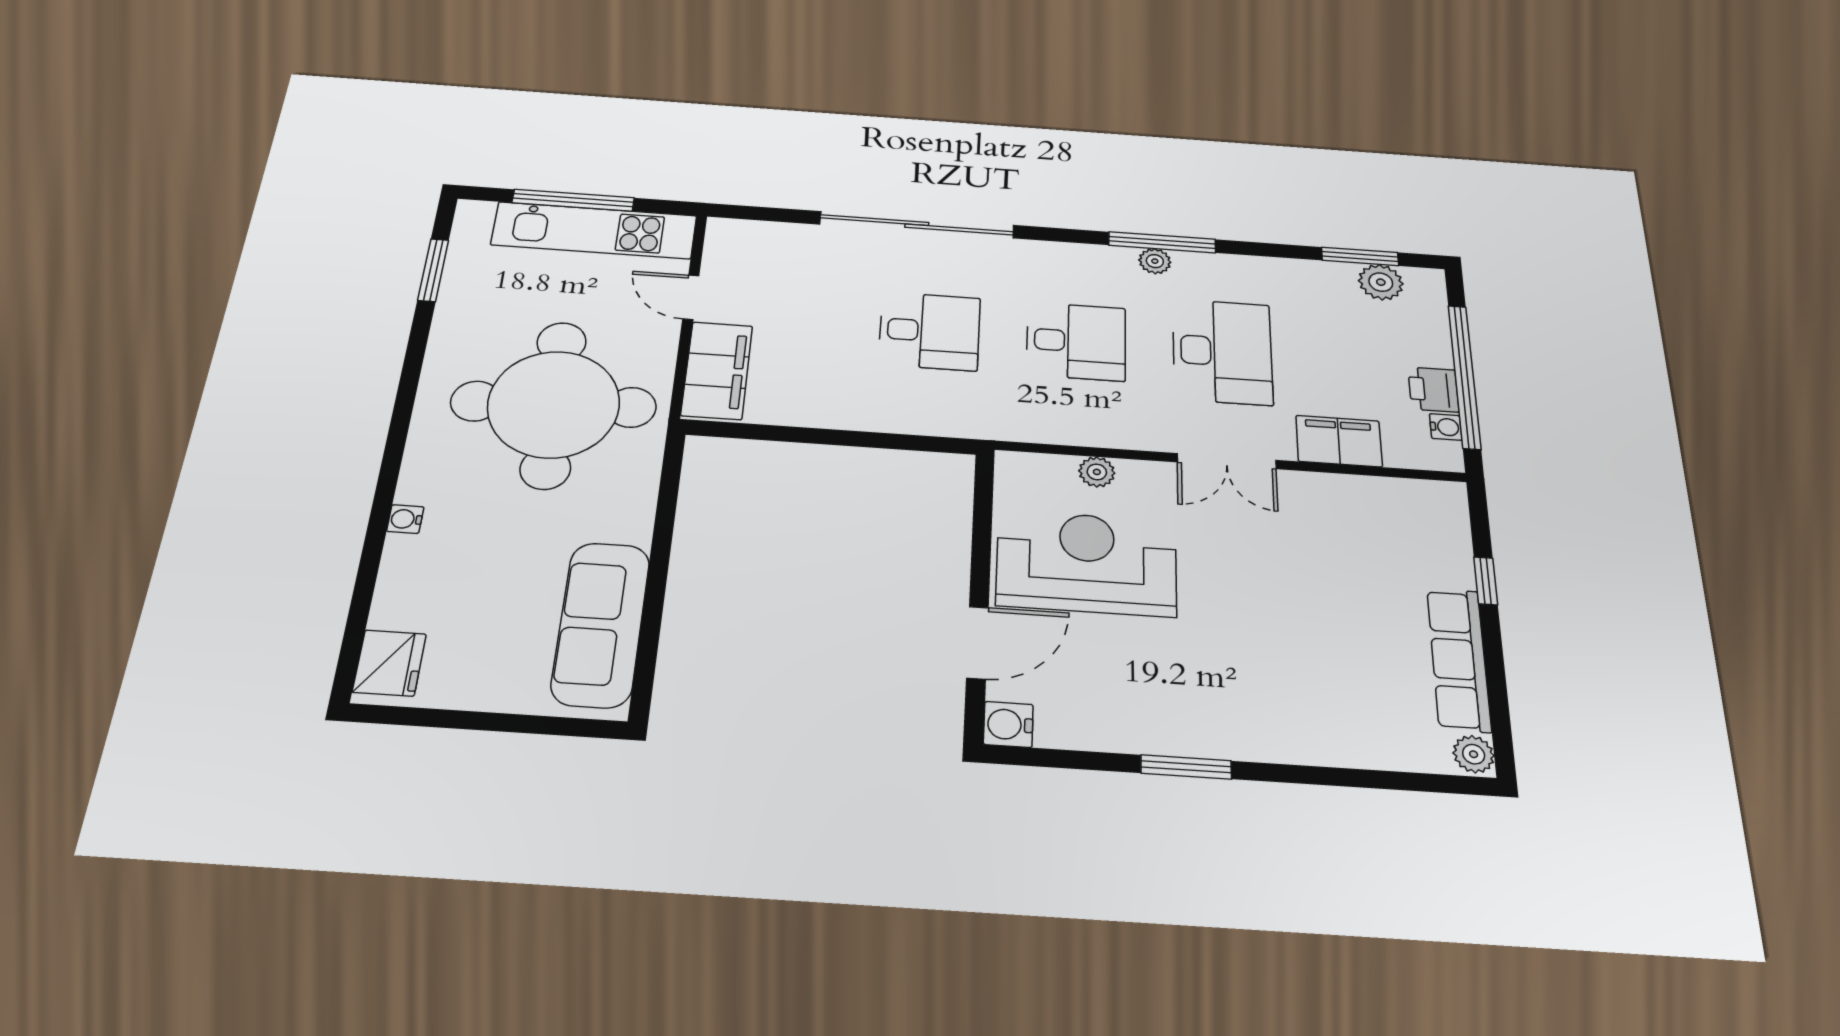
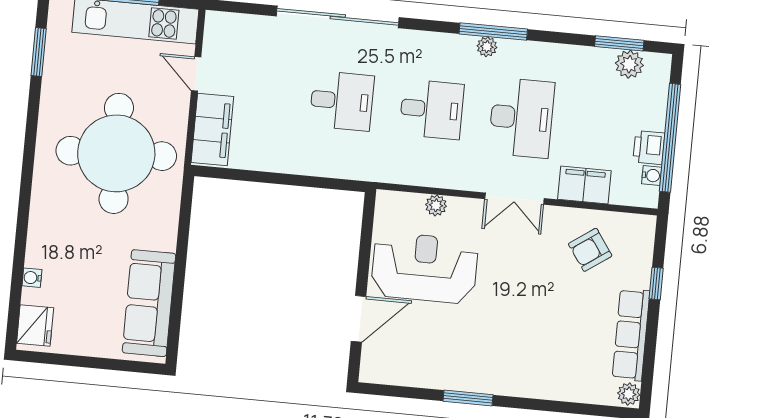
water cooler: (405, 519) -> (32, 278), moved
armchair: (1365, 533) -> (590, 250), added
water cooler: (1008, 724) -> (373, 370), removed

